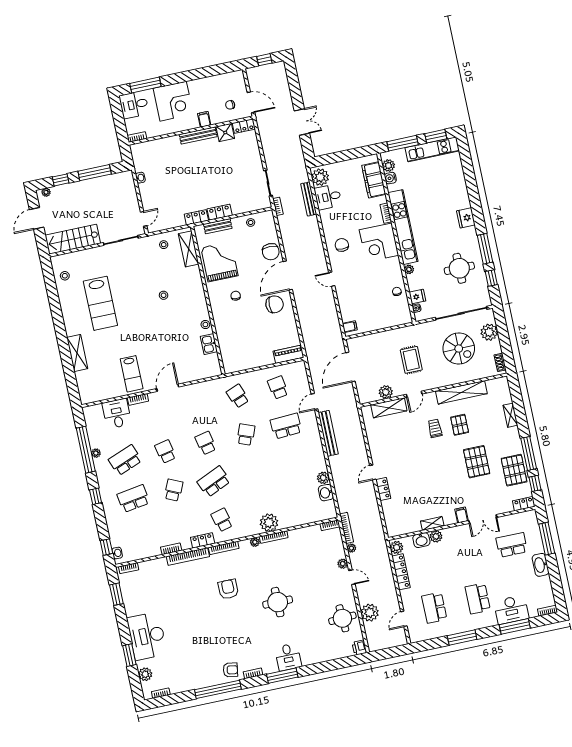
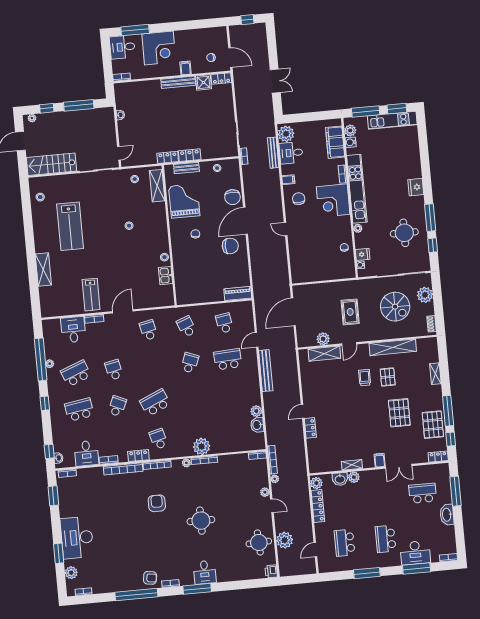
filing cabinet: (350, 327) -> (288, 180), moved
school desk: (206, 443) -> (148, 330), moved
desk: (146, 544) -> (86, 453), added

